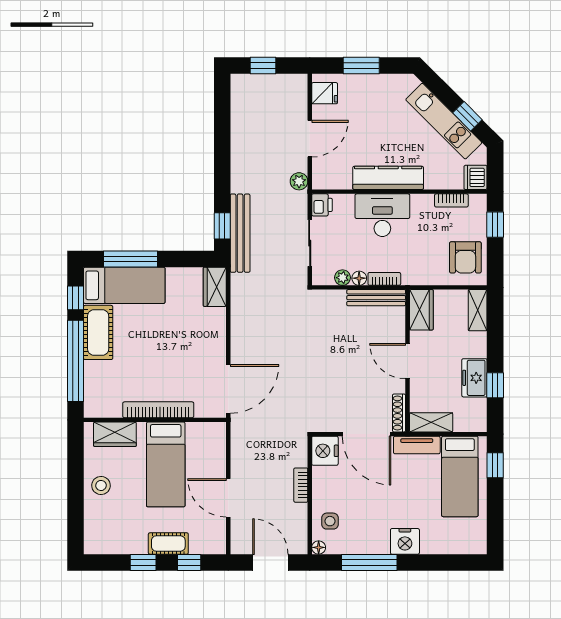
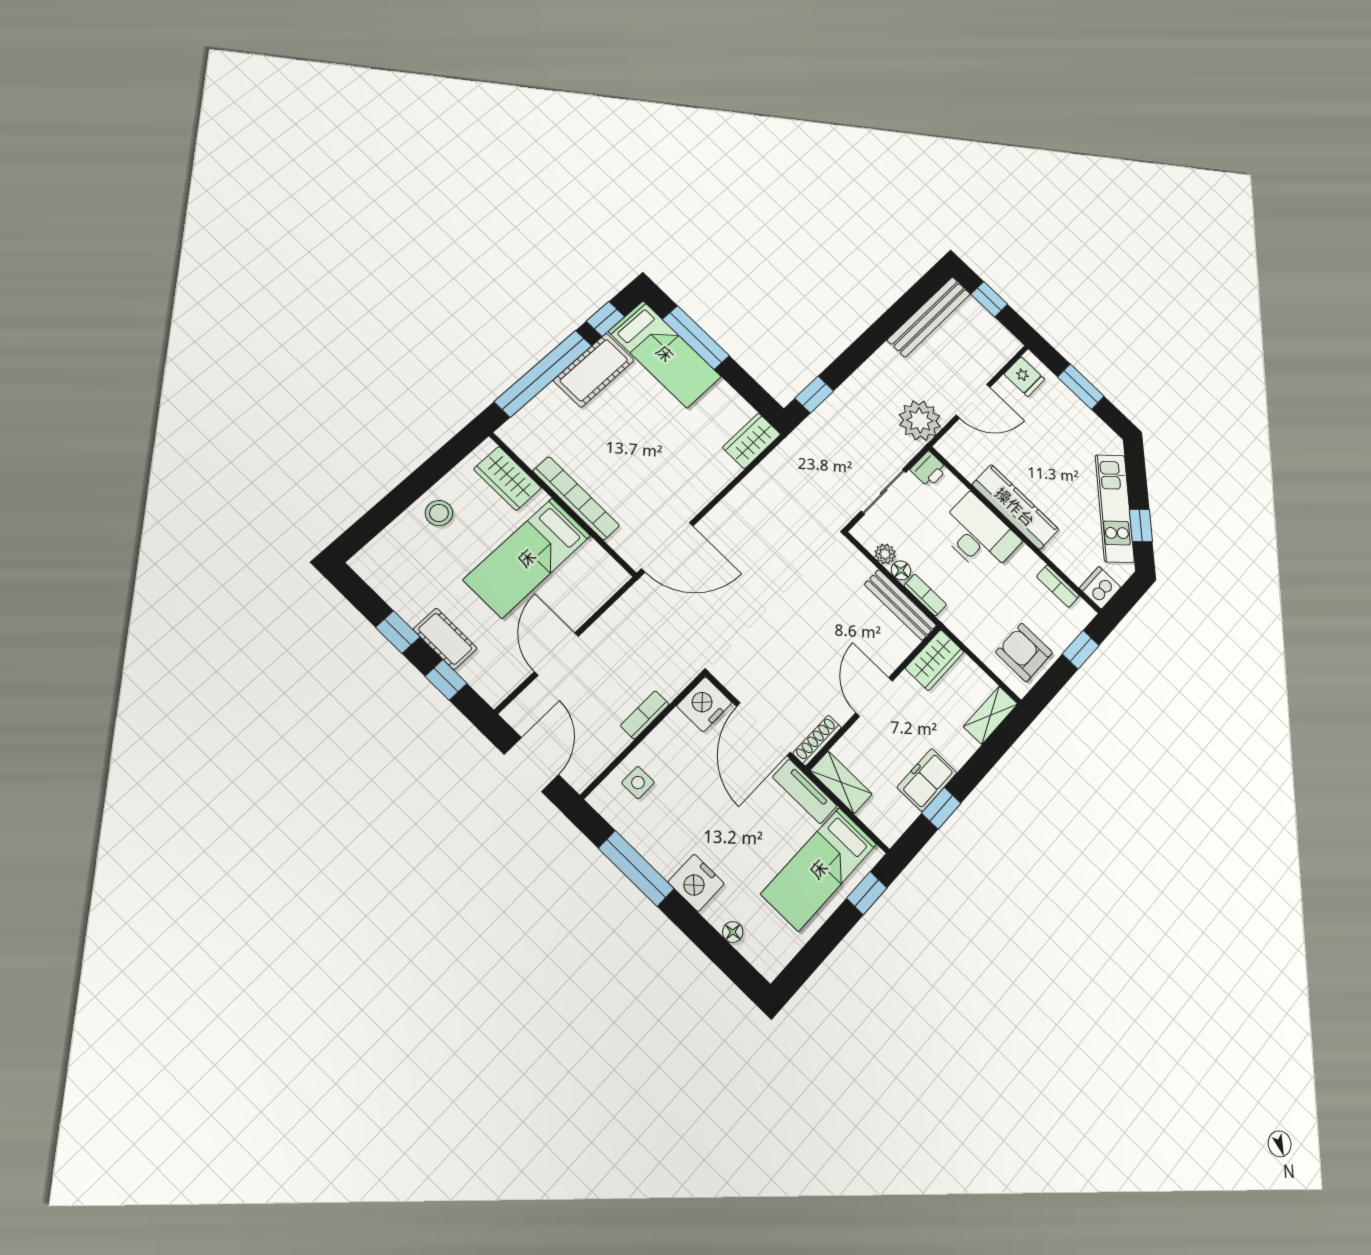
plant: (299, 181) -> (920, 420), width x1.87, depth x1.87
bench: (240, 233) -> (929, 317), moved
armchair: (465, 257) -> (1024, 652), turned 90
floor lamp: (319, 547) -> (733, 932), moved

